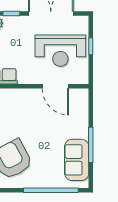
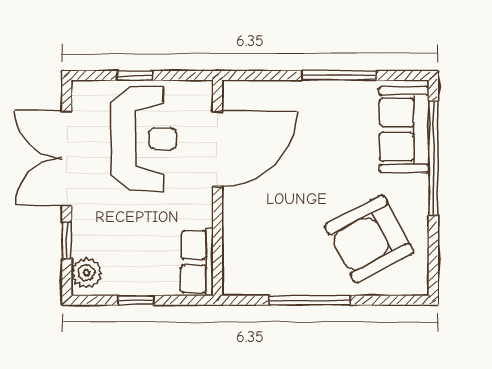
door: (55, 86) -> (218, 149), width x1.36
sofa: (77, 160) -> (404, 130), moved, turned 90

